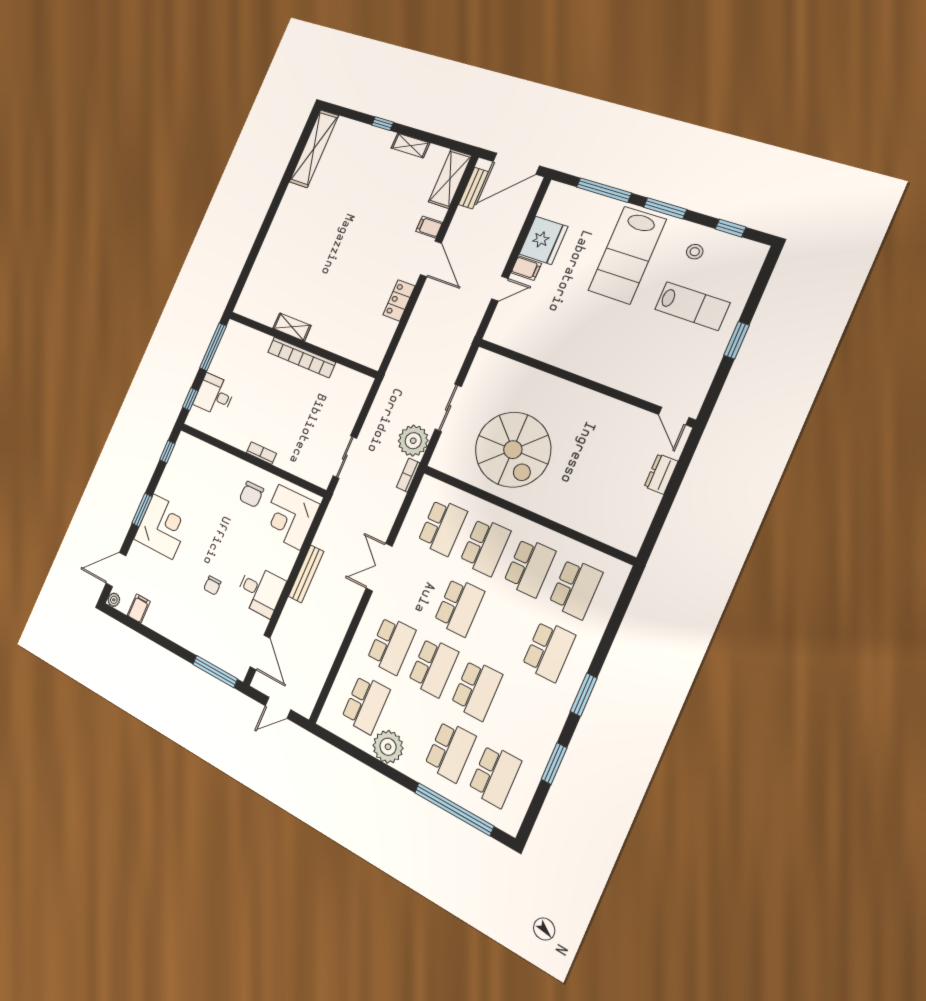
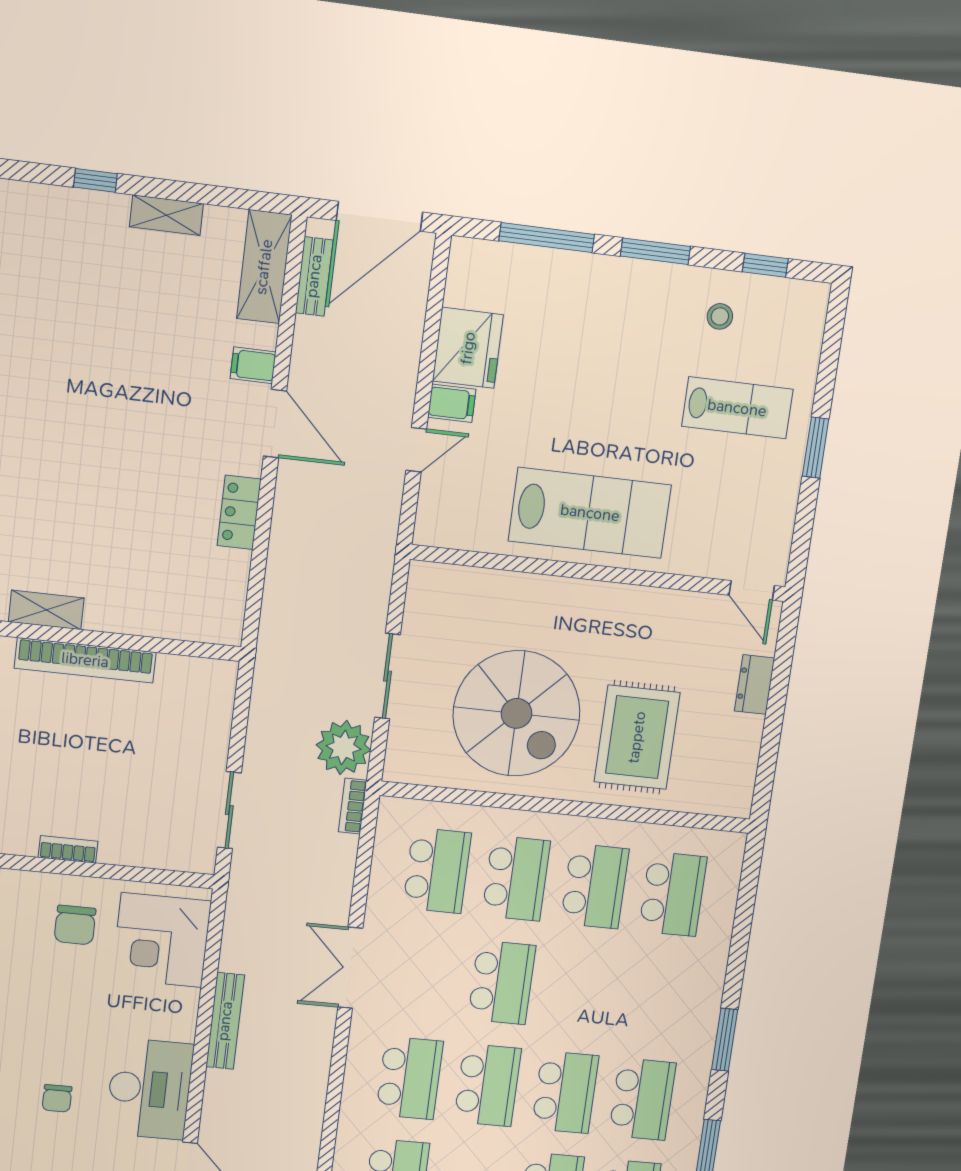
lab bench: (627, 255) -> (590, 513), moved, turned -90
rug: (579, 485) -> (637, 737), added
desk: (260, 591) -> (149, 1089), width x1.37
school desk: (549, 651) -> (642, 1099), moved

